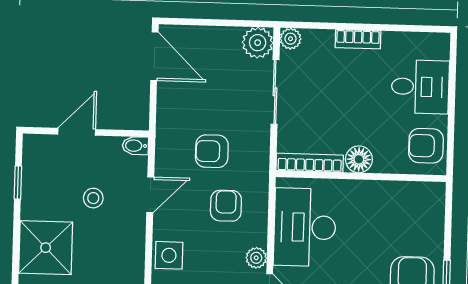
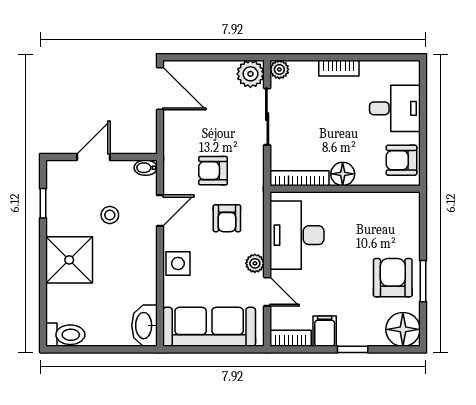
armchair: (226, 206) -> (227, 218), turned 180

